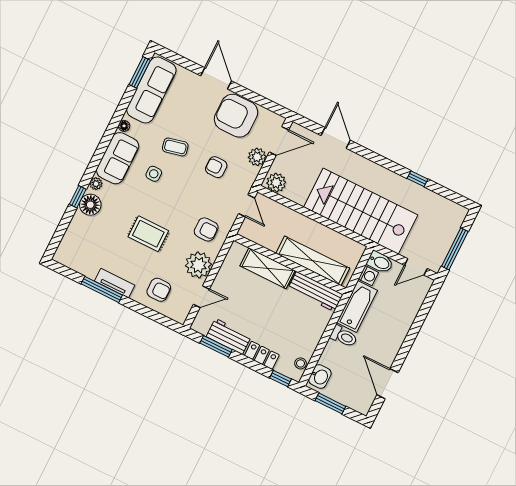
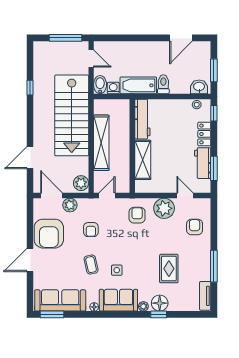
rug: (148, 234) -> (169, 269), moved
shelving: (313, 261) -> (101, 143), moved
tv unit: (115, 283) -> (205, 296), moved

